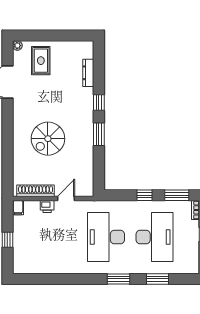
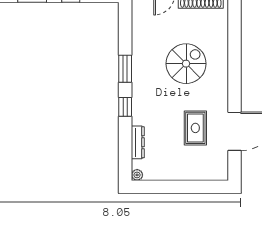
plant: (17, 46) -> (137, 175), moved
rug: (41, 61) -> (195, 128), moved

